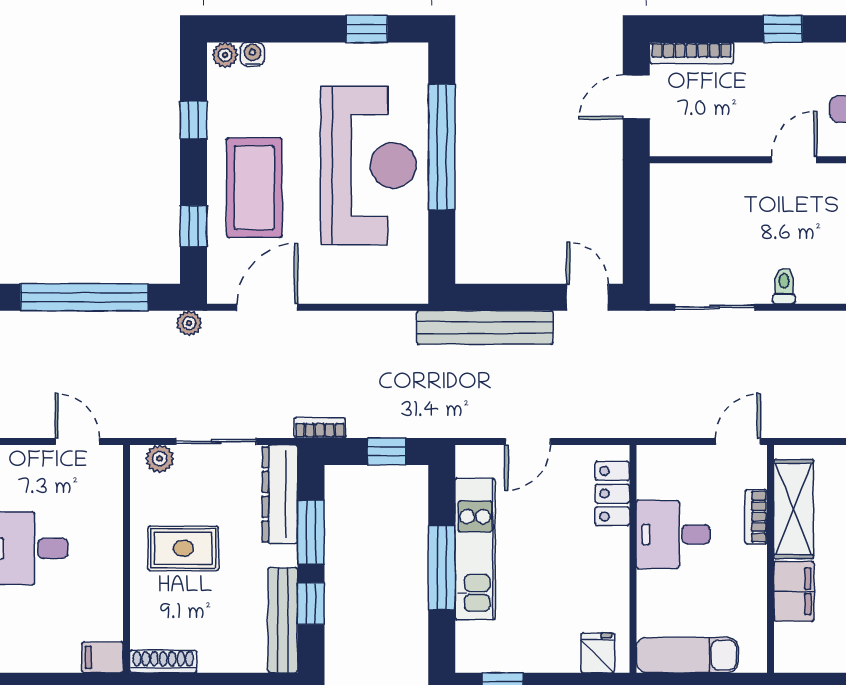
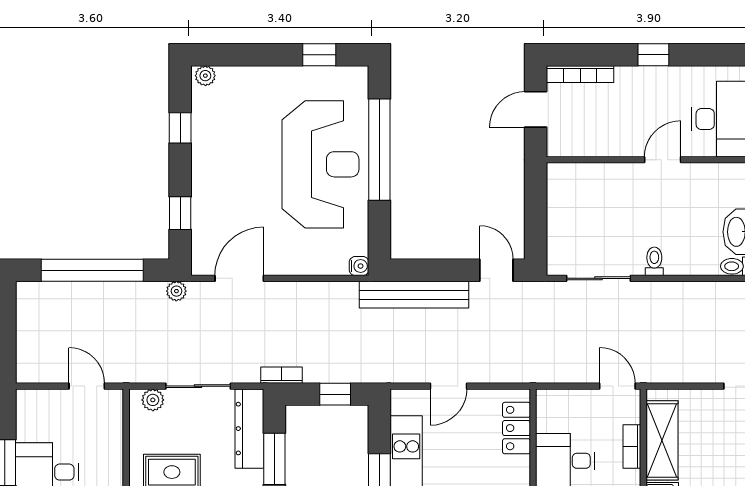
water cooler: (252, 54) -> (359, 266), moved, turned 90
coffee table: (254, 188) -> (229, 182), removed
door: (738, 441) -> (617, 386), hinge flipped

